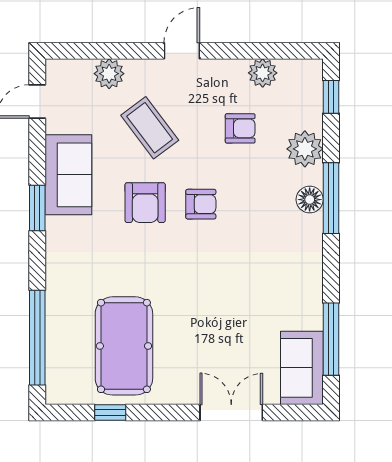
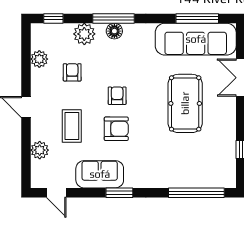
coffee table: (150, 128) -> (72, 126), turned -53
pool table: (124, 346) -> (185, 103), moved, turned 90
sofa: (302, 368) -> (196, 39), width x1.85, depth x1.27

